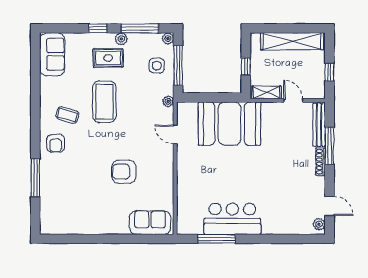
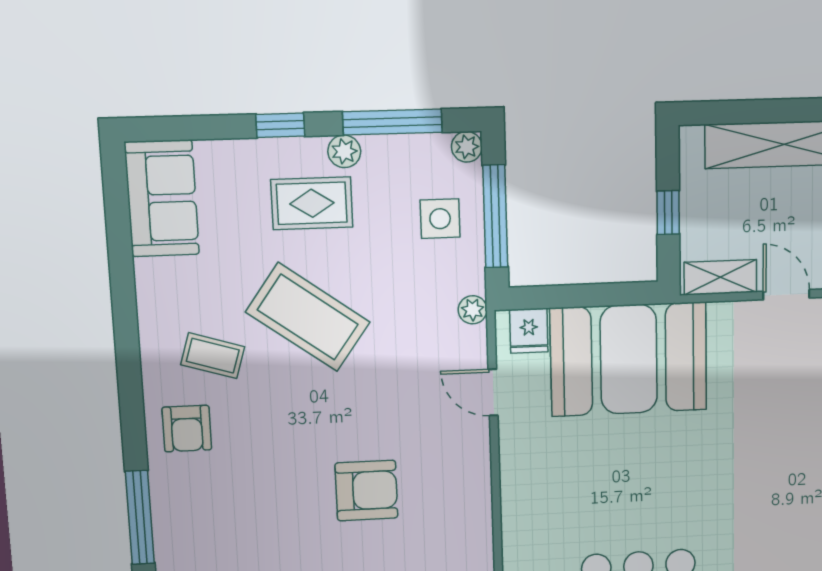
coffee table: (104, 102) -> (308, 317), turned -54
fridge: (190, 111) -> (529, 331), added
armchair: (124, 172) -> (366, 491), turned 180

